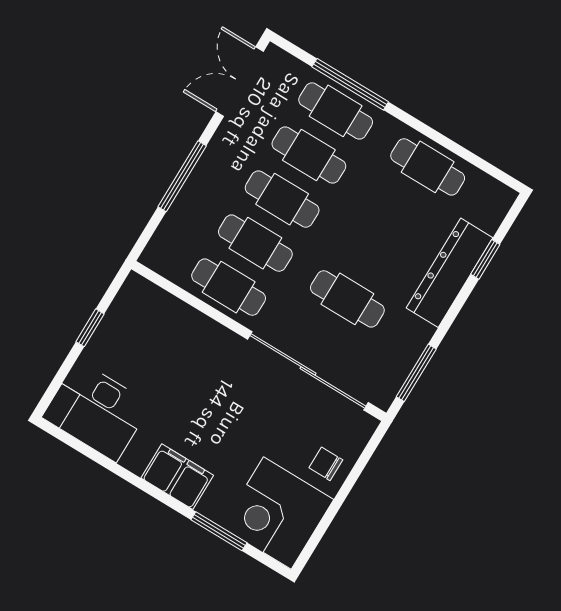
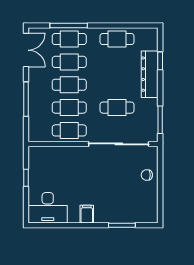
double door: (240, 82) -> (26, 50), swing flipped
filing cabinet: (177, 477) -> (87, 214), width x0.50
corner desk: (277, 513) -> (140, 205), removed

